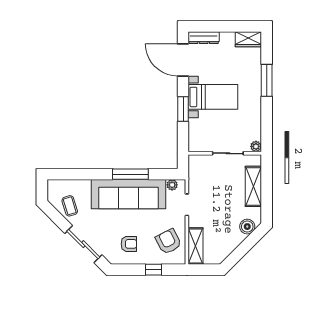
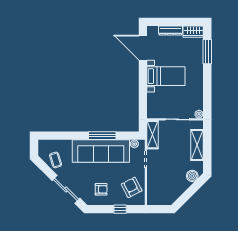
dresser: (204, 38) -> (170, 30), moved
window: (267, 80) -> (207, 52), moved
window: (183, 109) -> (143, 85), removed
shelving: (196, 246) -> (152, 135), moved

